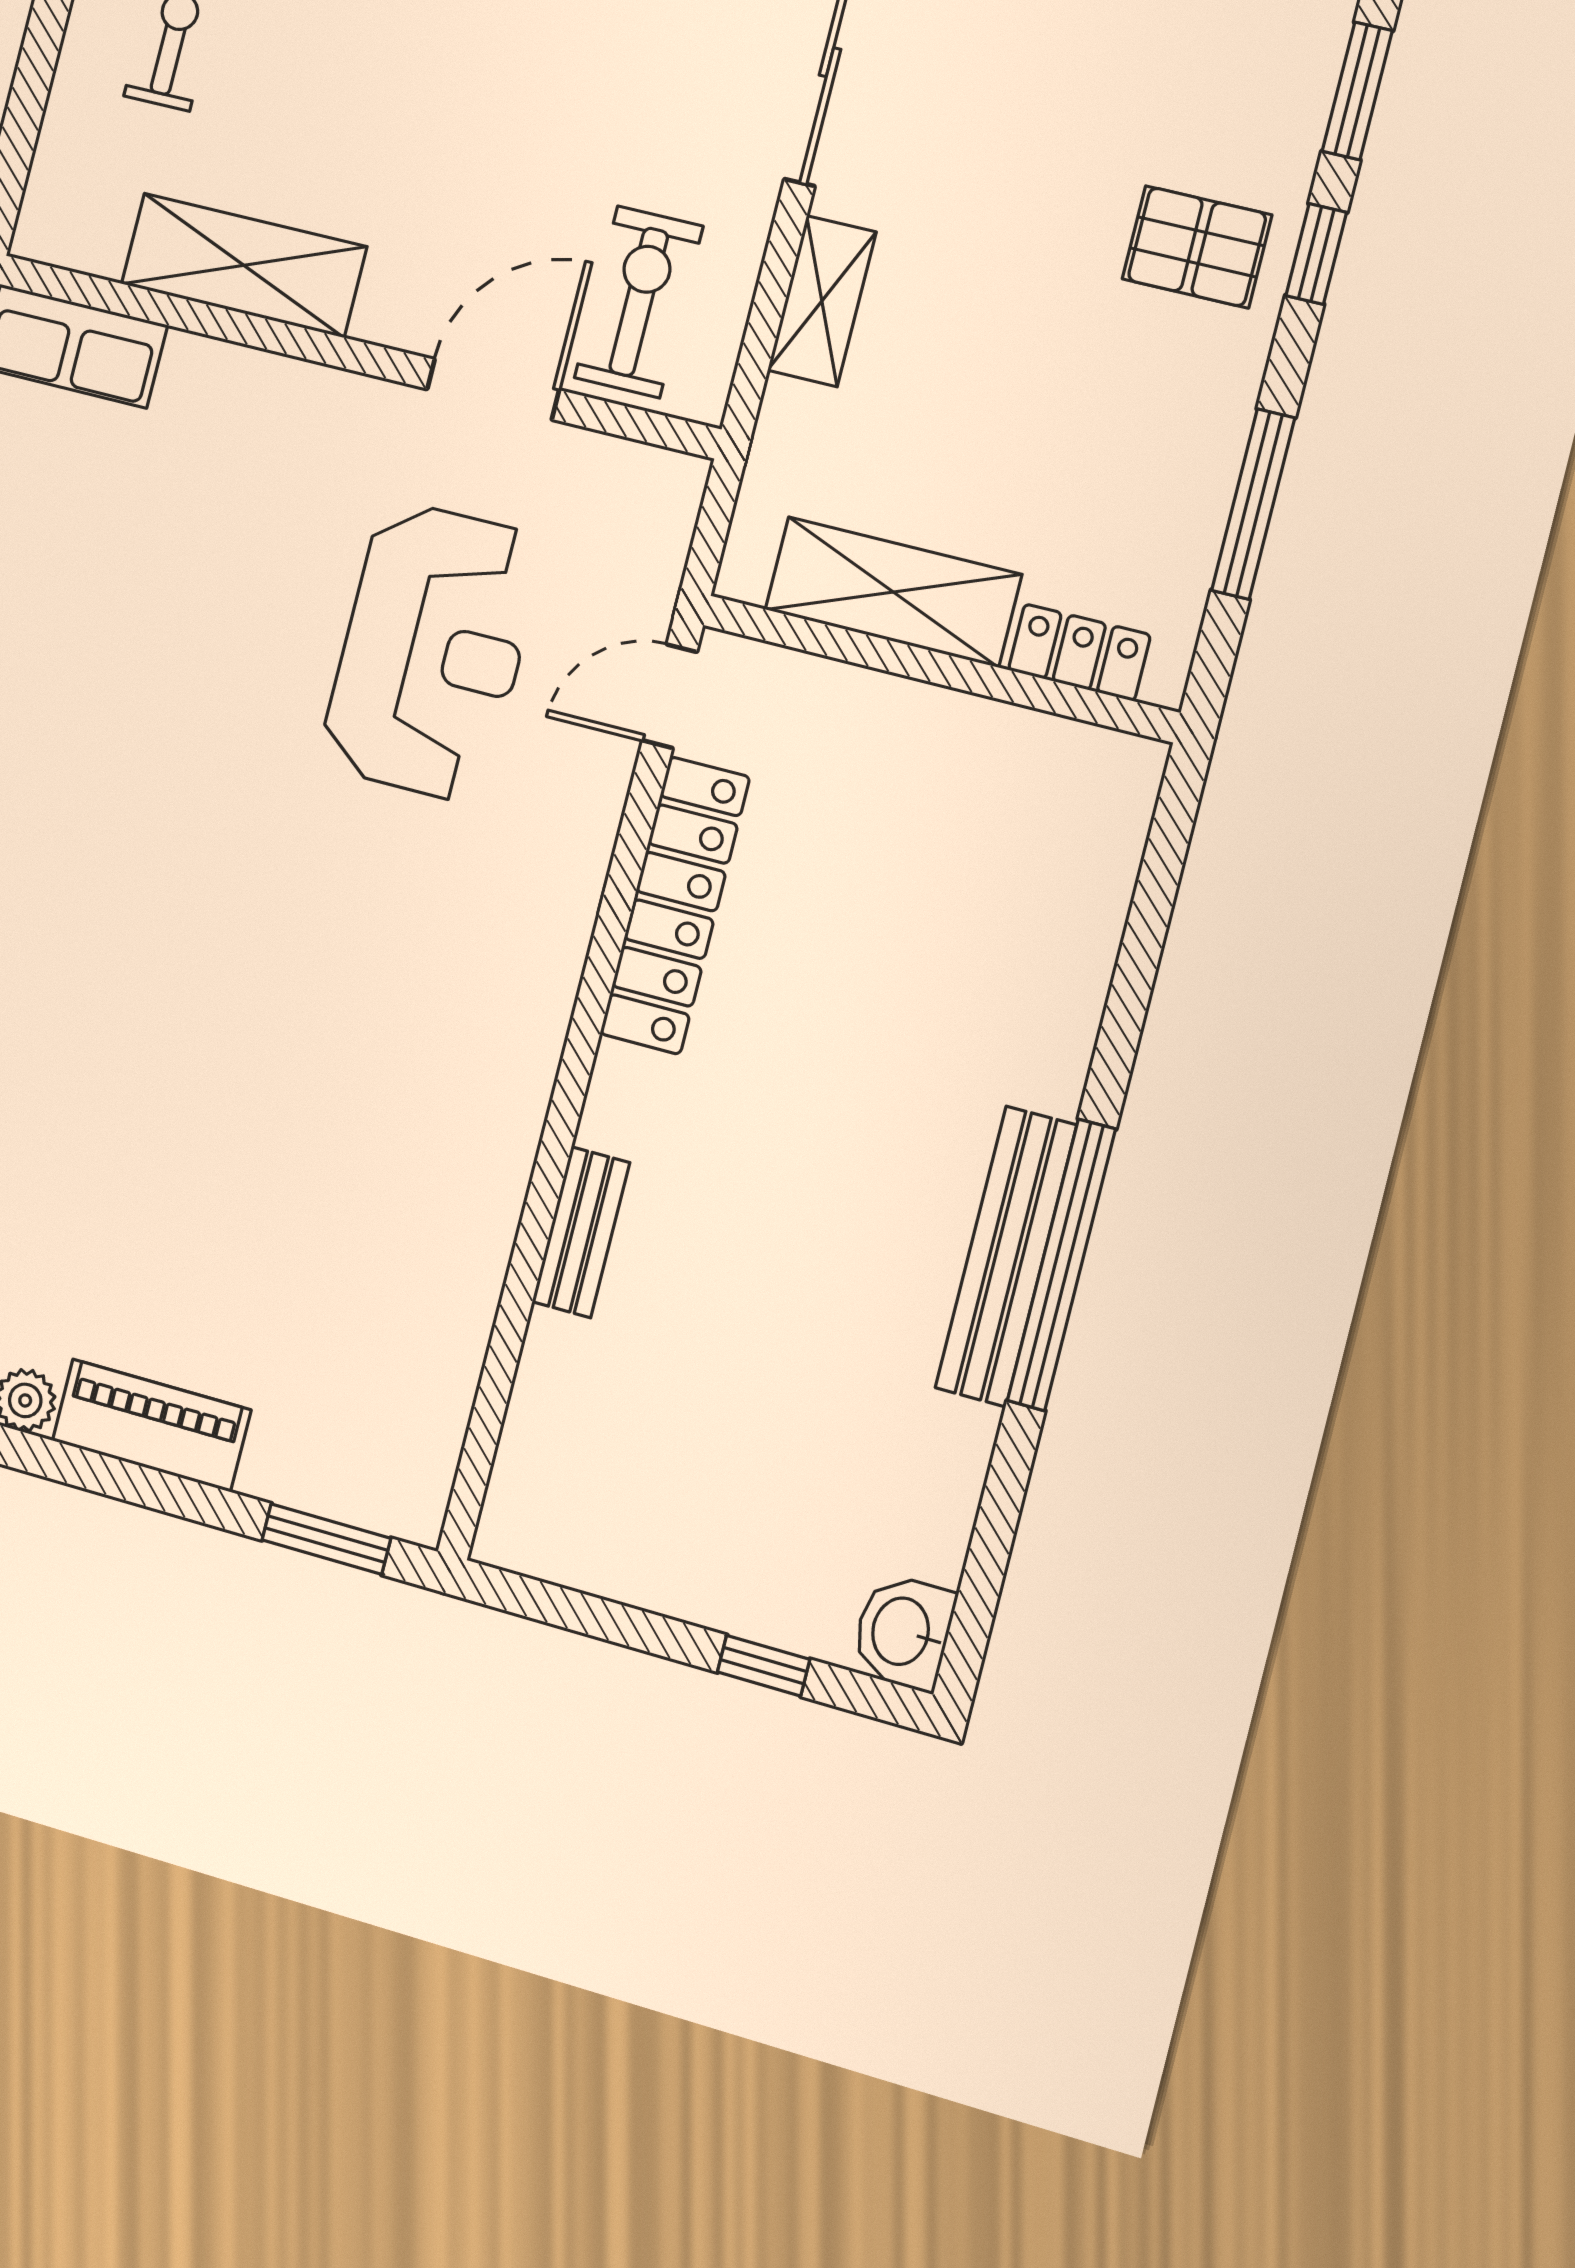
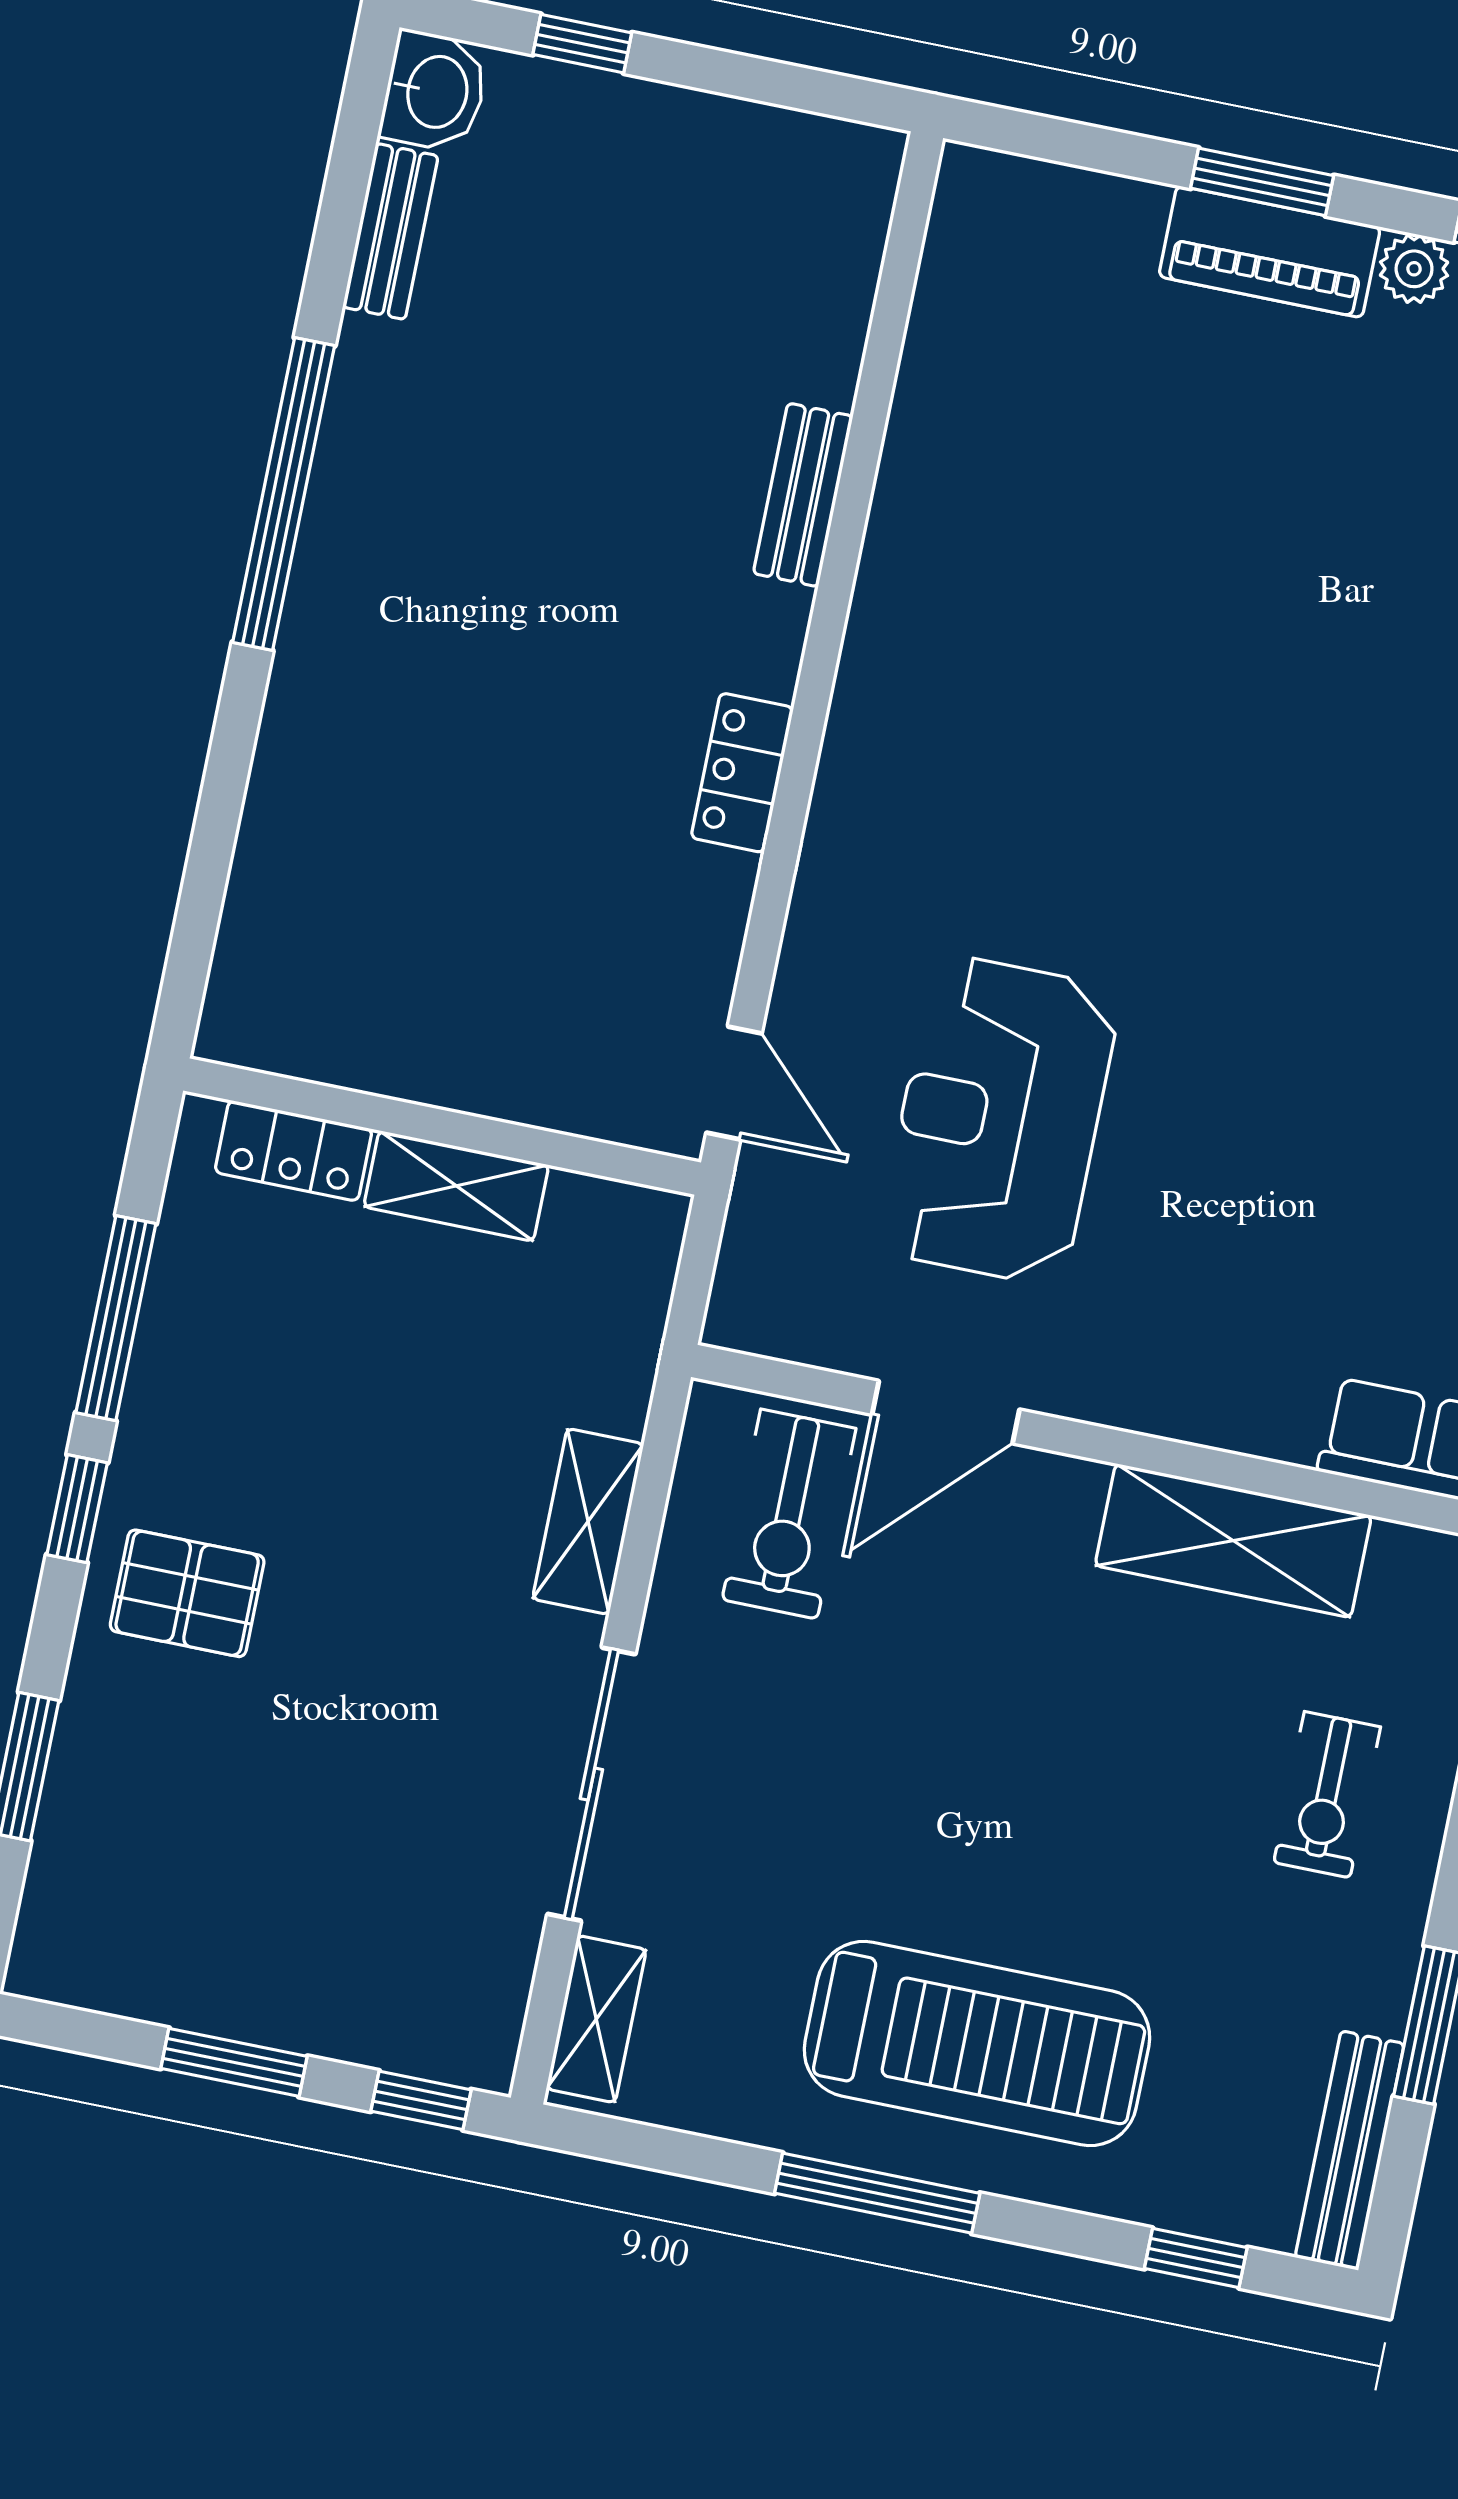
window: (1316, 254) -> (77, 1509), moved
shelving: (893, 592) -> (456, 1186), width x0.67, depth x0.75
door: (670, 696) -> (734, 1083), hinge flipped
locker: (675, 905) -> (742, 773), width x0.46, depth x0.83
bench: (1006, 1256) -> (390, 231), moved, width x0.54, depth x0.82
window: (326, 1539) -> (1262, 182), moved

